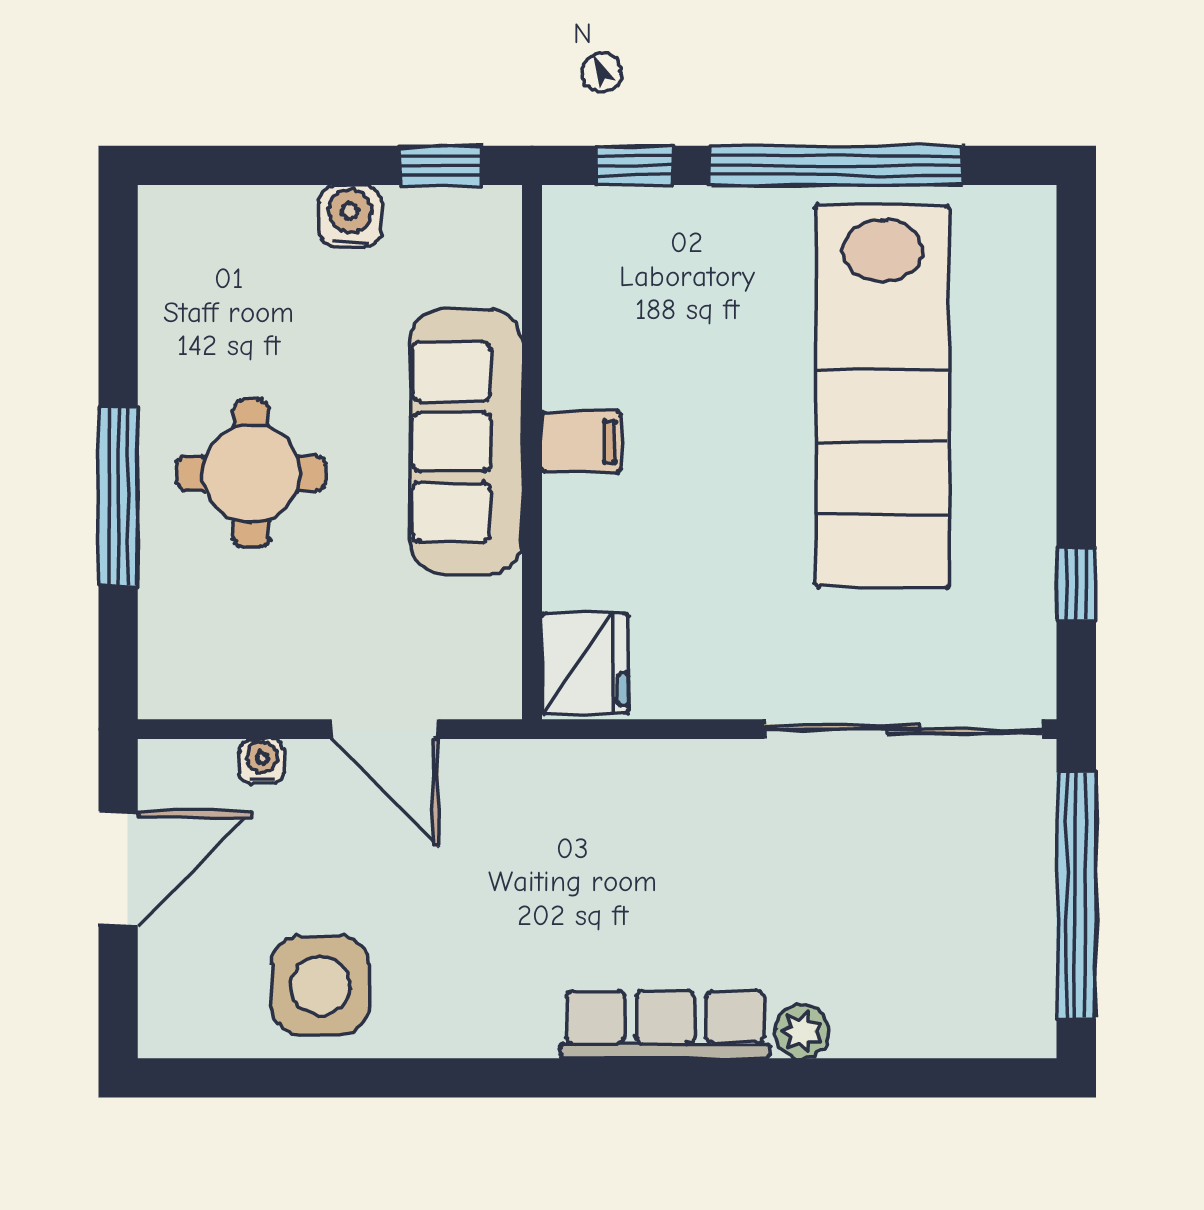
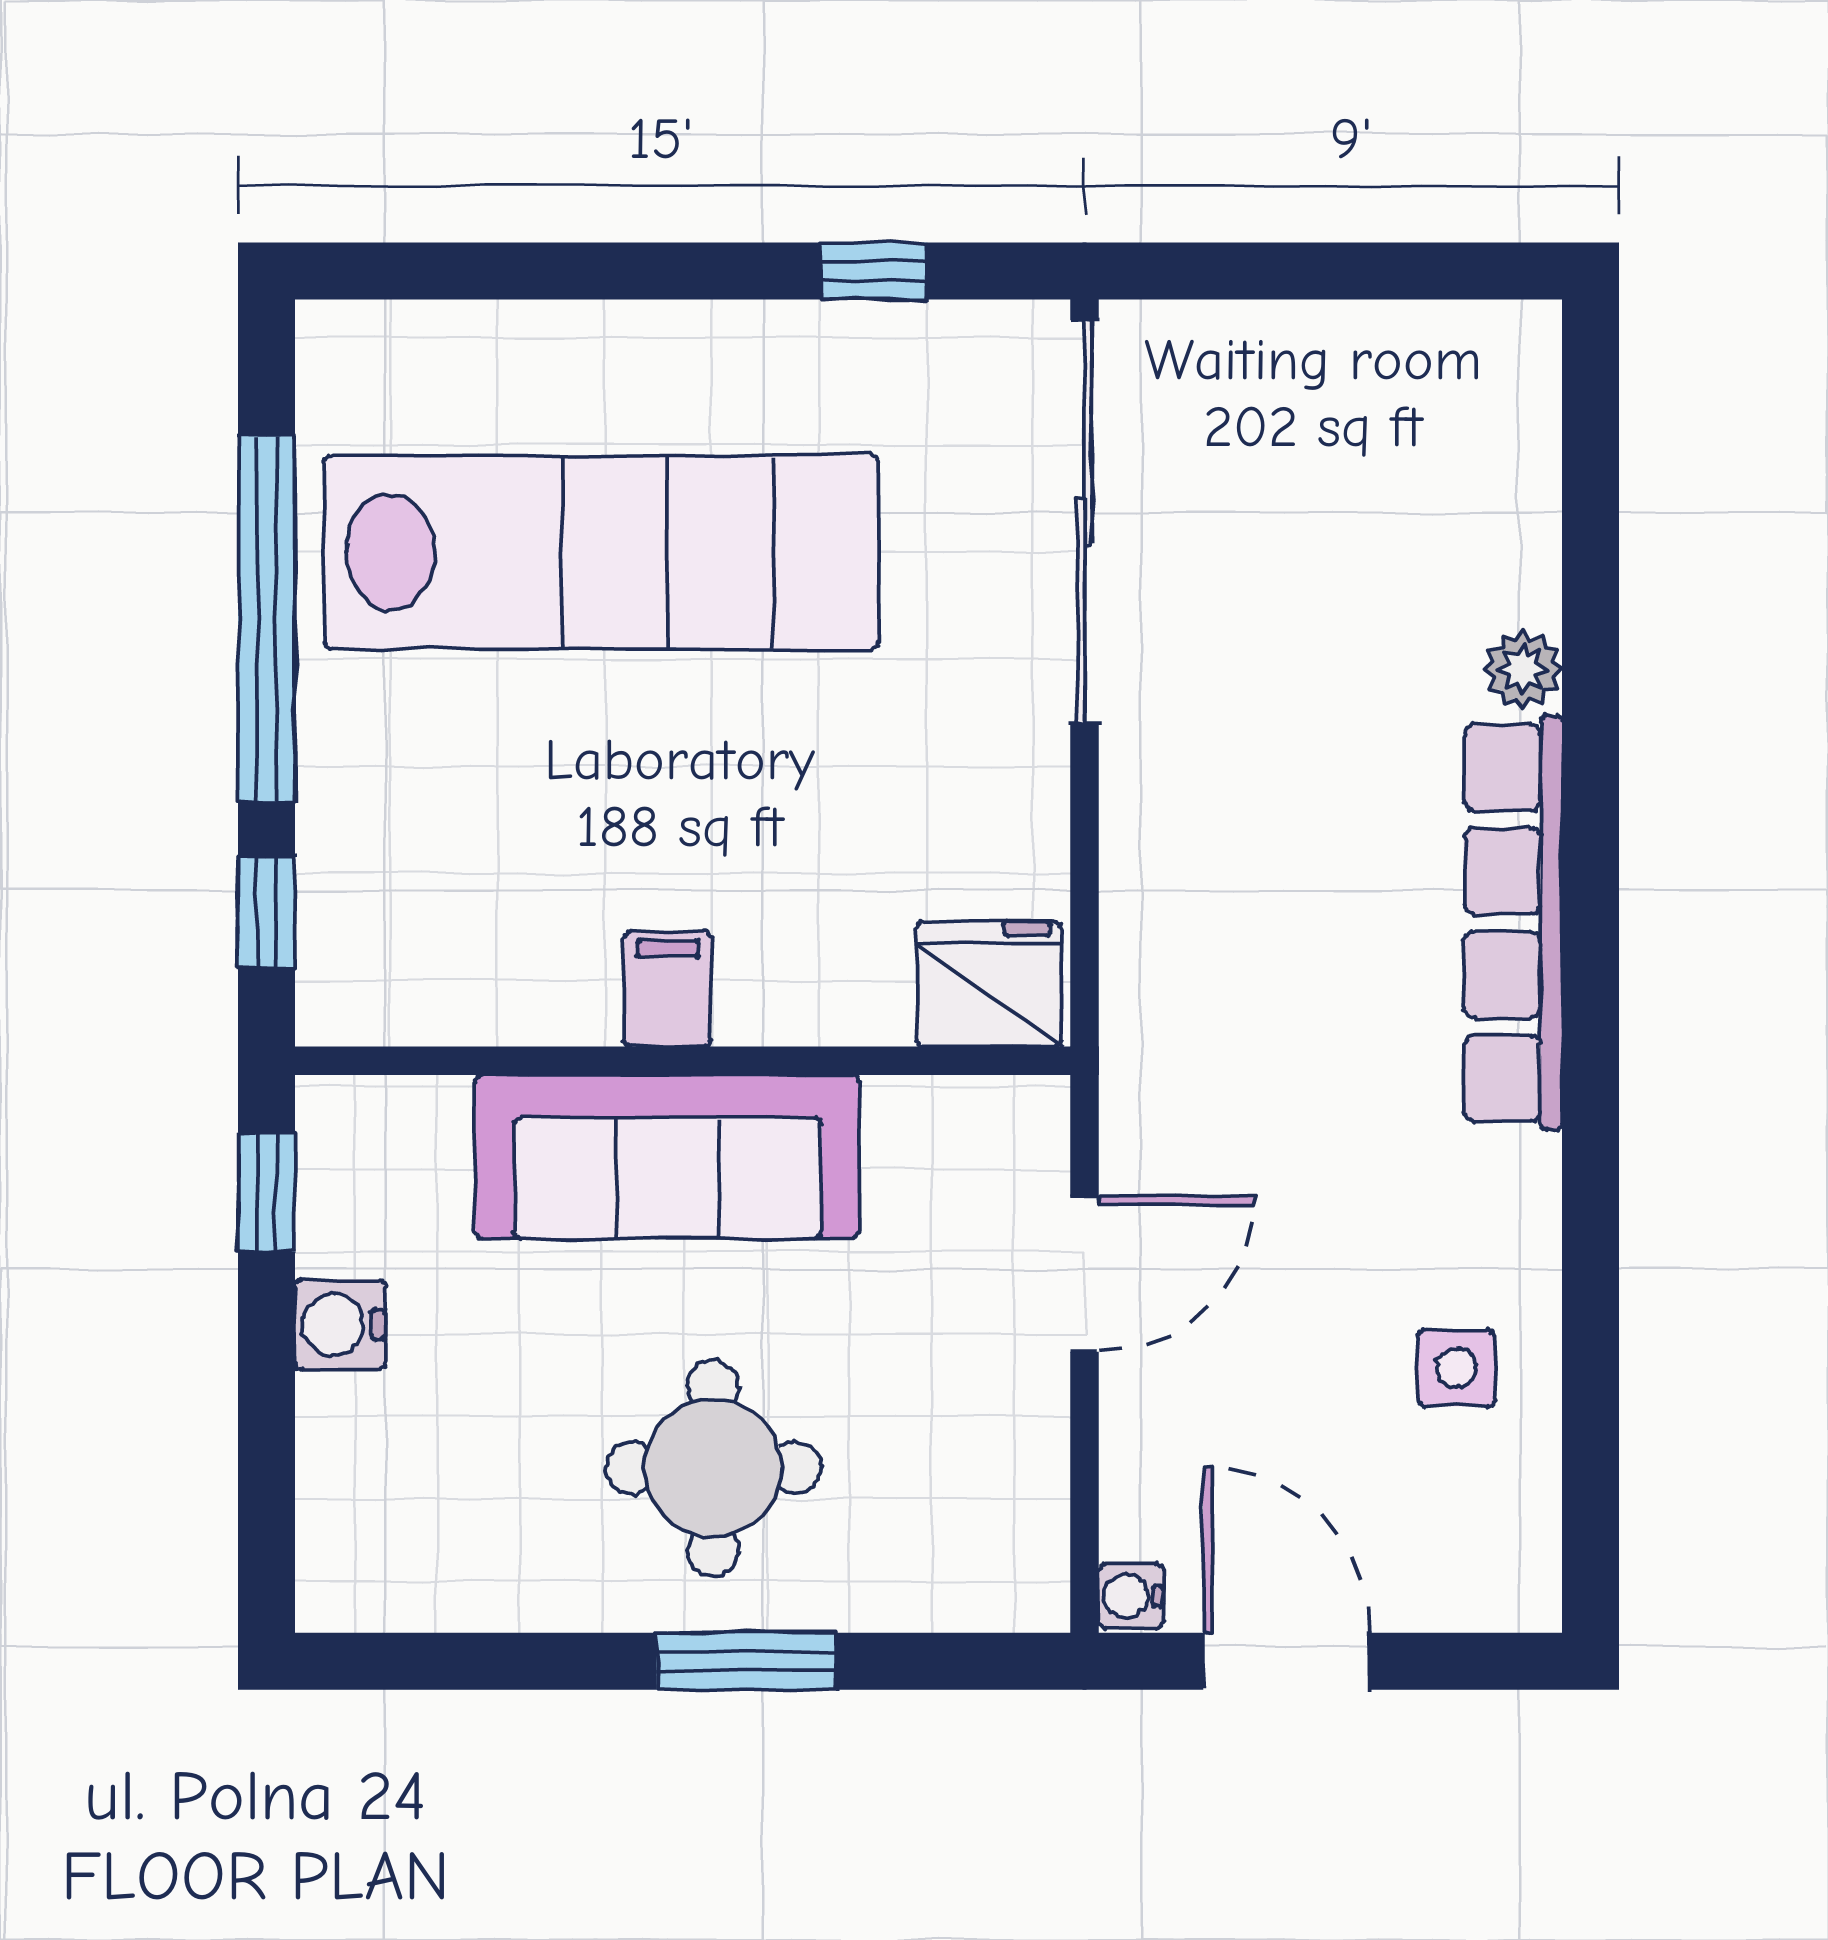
window: (118, 496) -> (747, 1661), width x0.69
water cooler: (262, 761) -> (1131, 1596), moved
window: (1076, 896) -> (1326, 271), removed
side table: (320, 985) -> (1456, 1368), width x0.54, depth x0.54
row of seats: (665, 1024) -> (1513, 923), width x1.36

